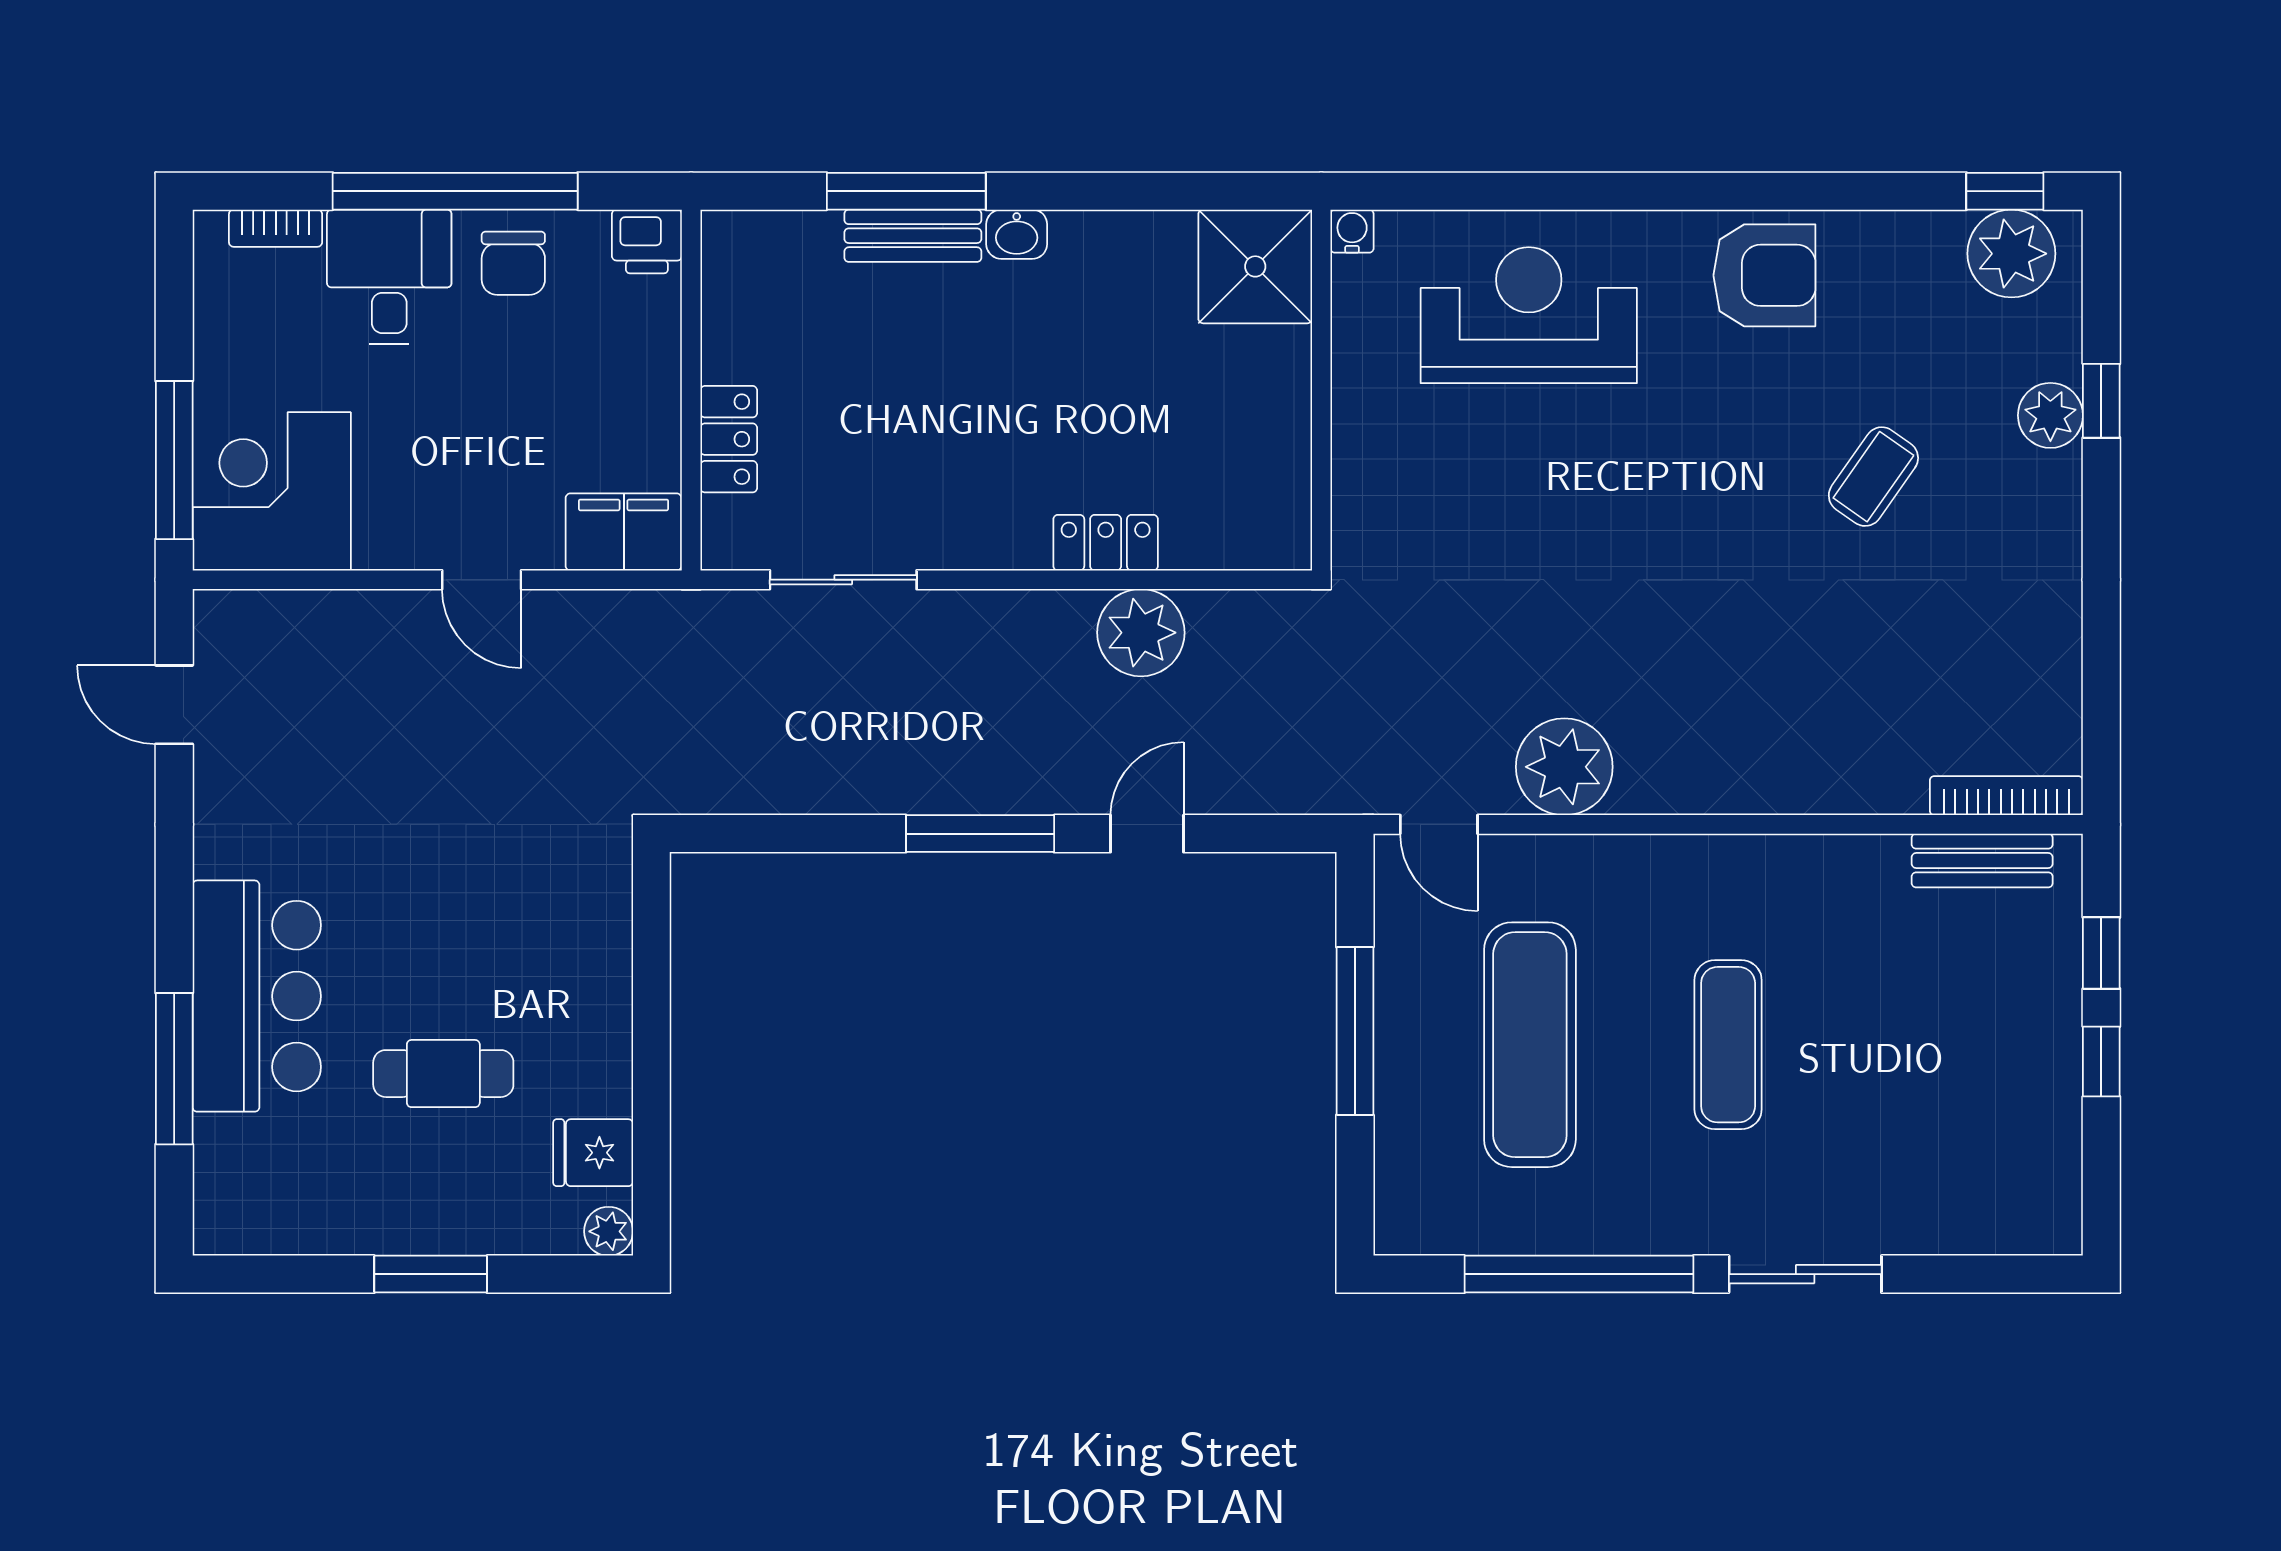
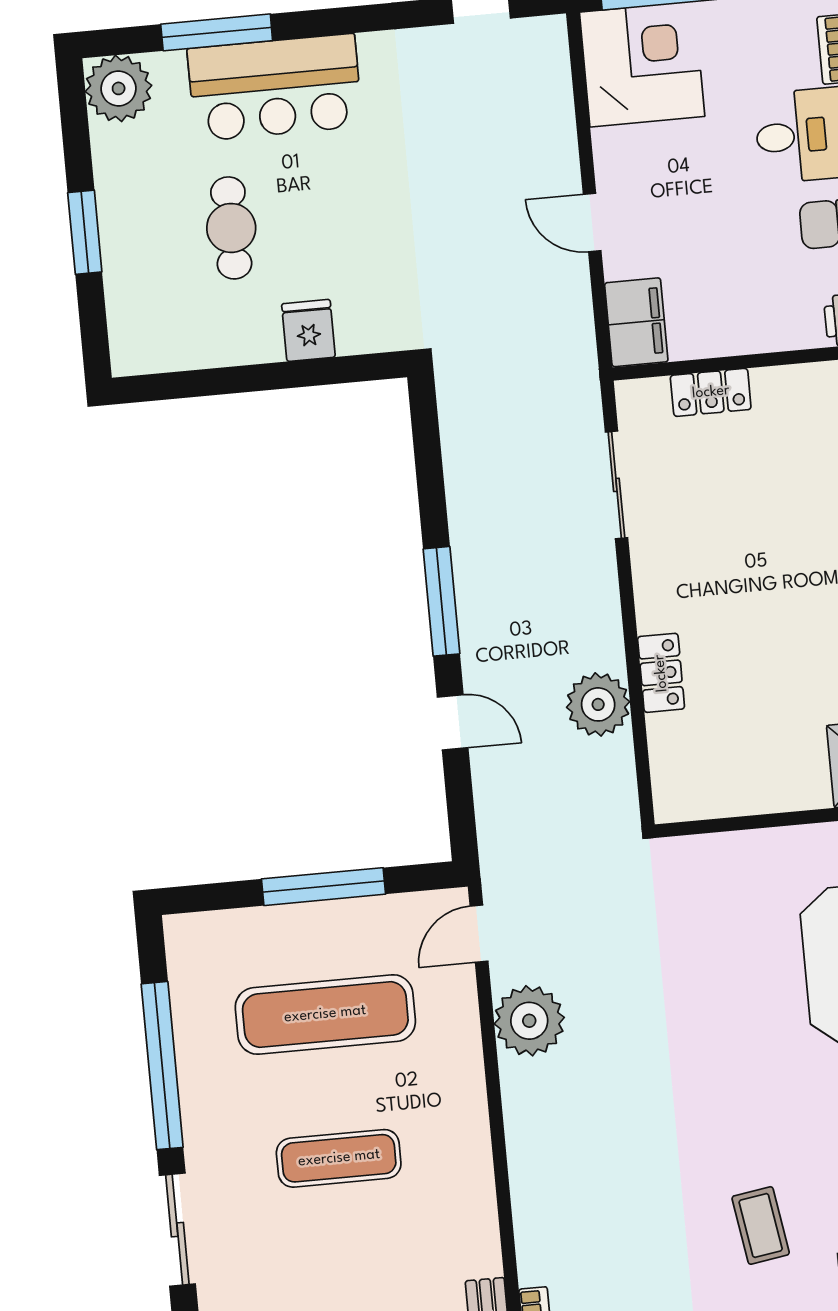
coffee table: (1873, 477) -> (761, 1225), turned 46
door: (482, 580) -> (592, 223), hinge flipped
fridge: (593, 1153) -> (308, 330), moved
plant: (609, 1231) -> (119, 88), moved, width x1.87, depth x1.87

